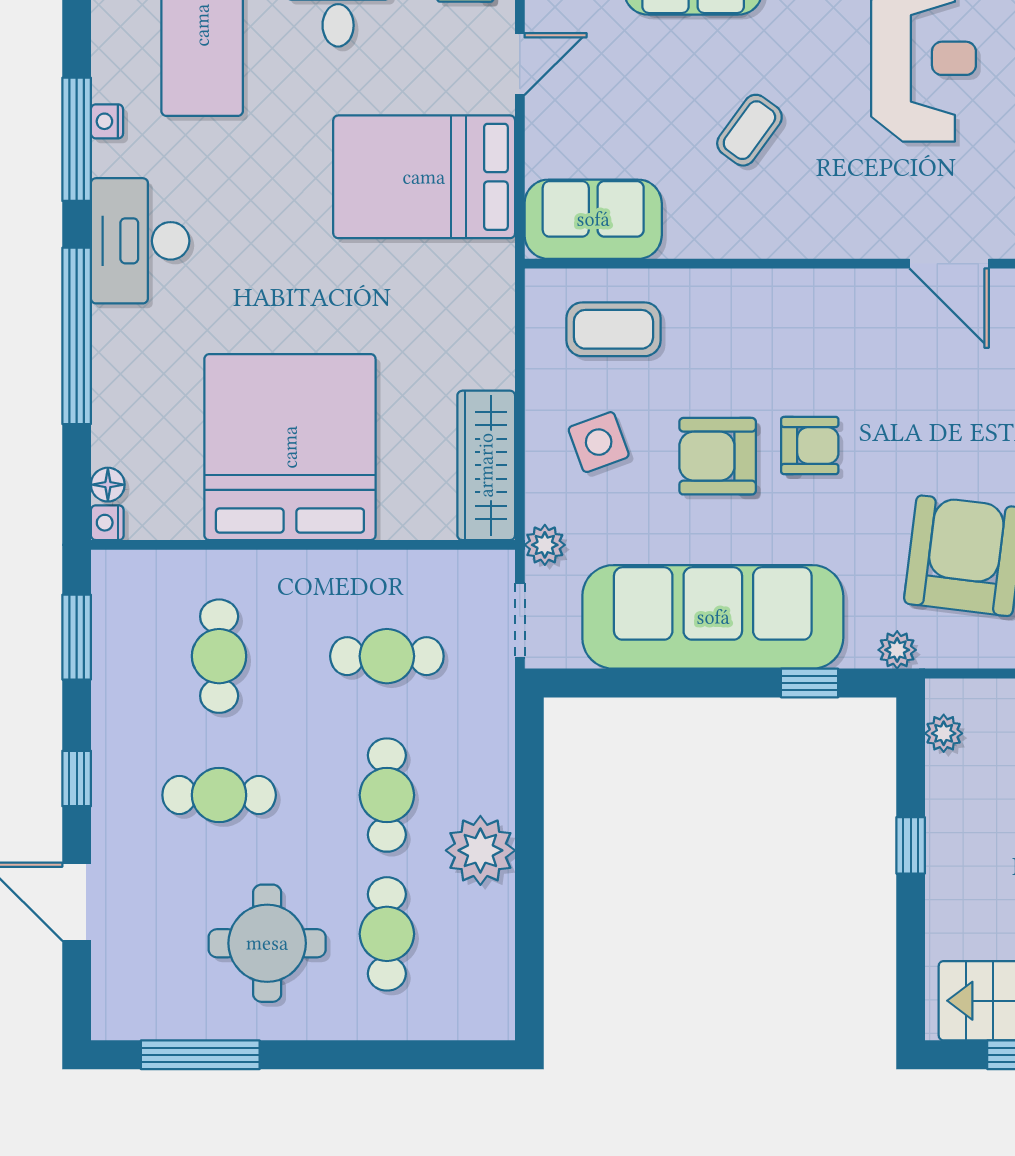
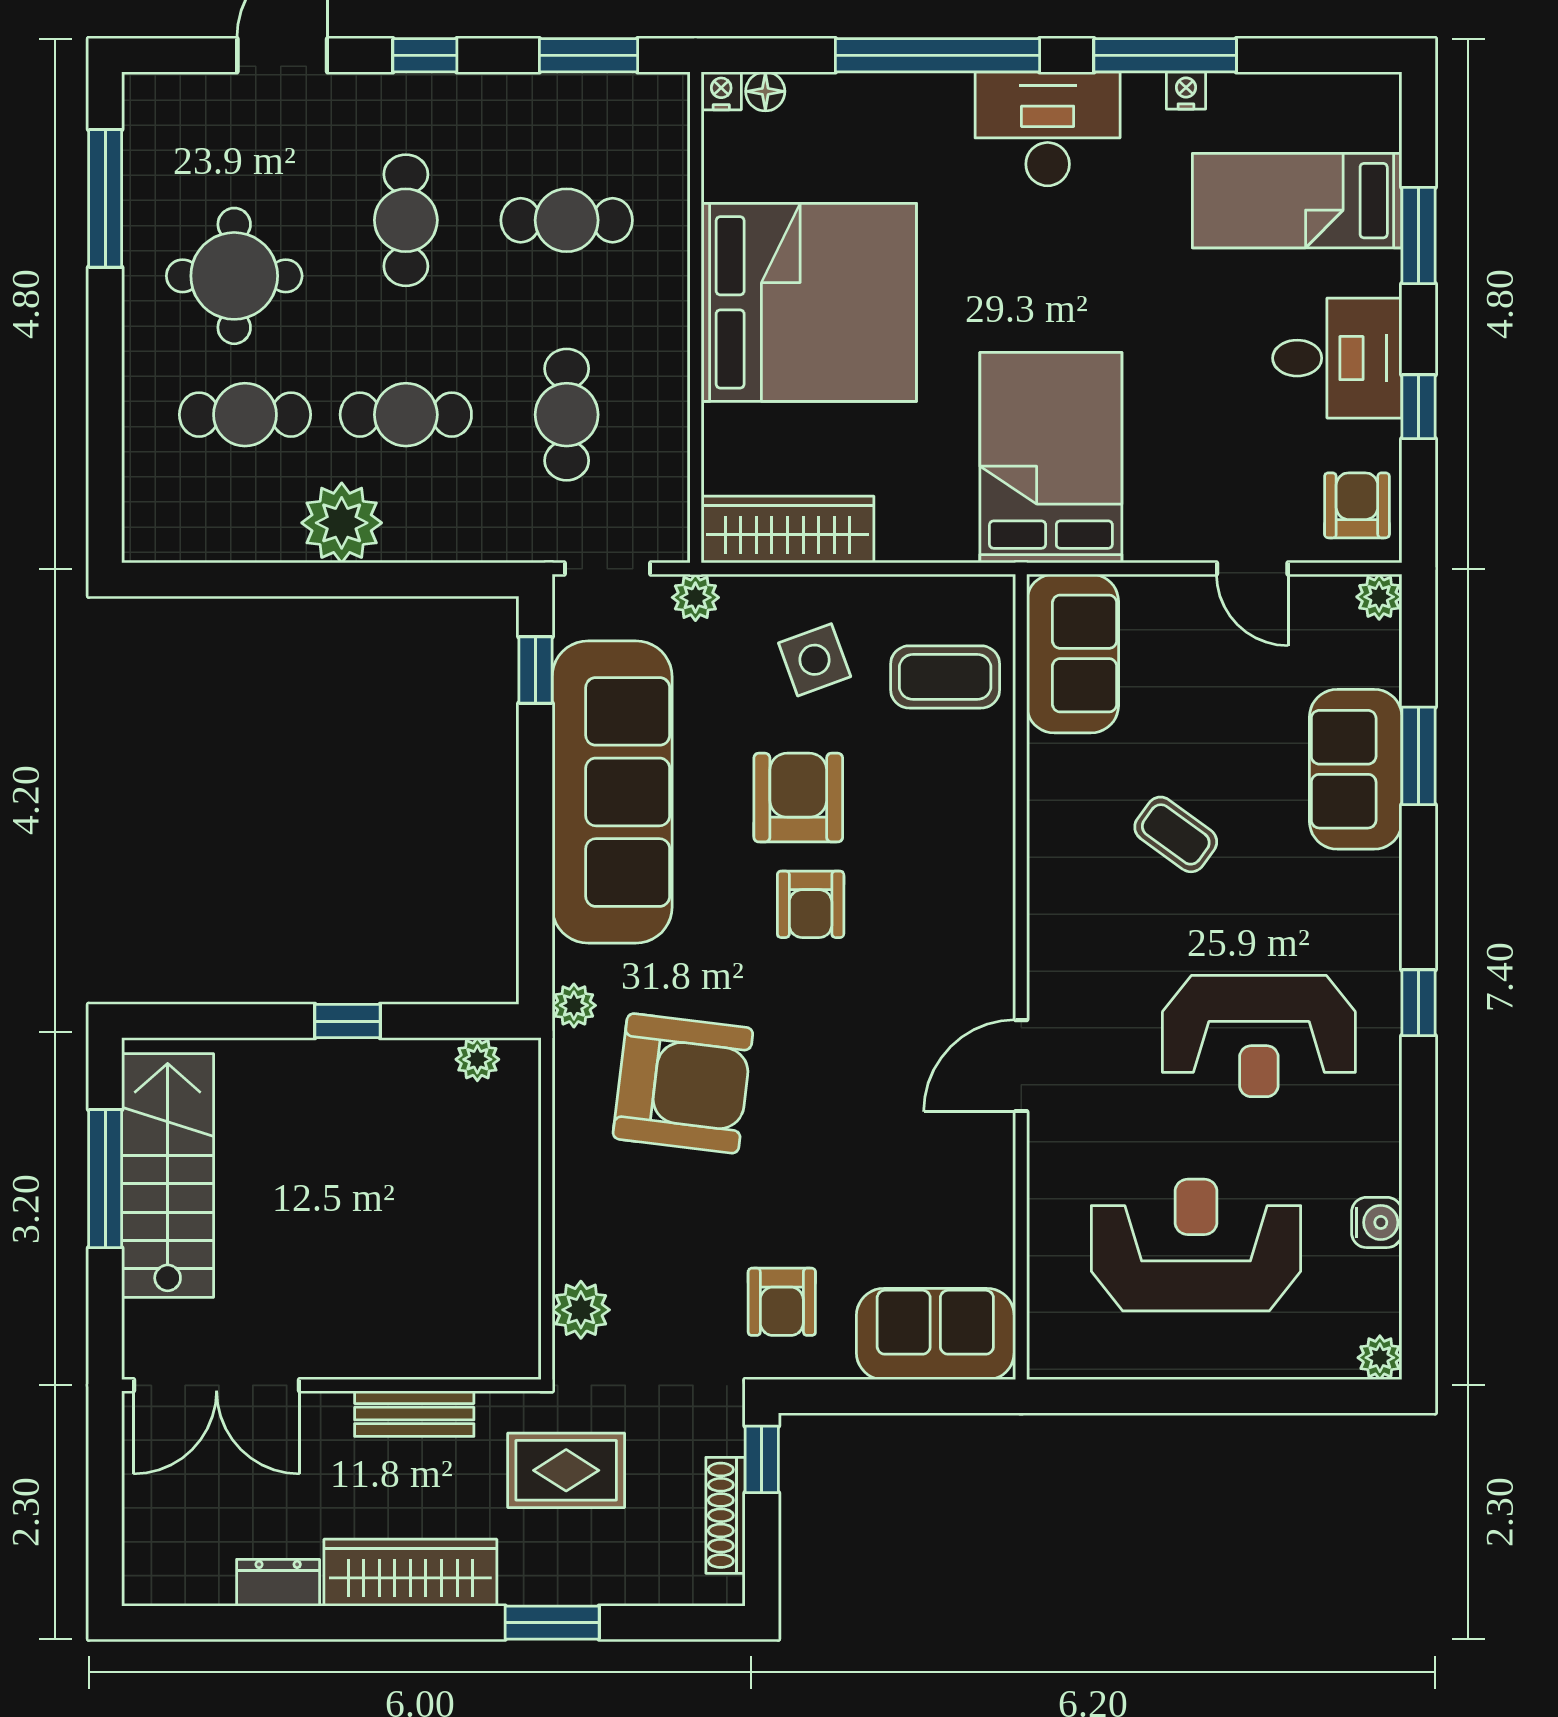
bed: (424, 177) -> (1051, 458), moved
coffee table: (613, 329) -> (945, 677), turned 90
window: (810, 683) -> (536, 670), moved

